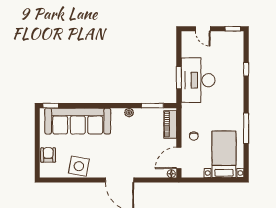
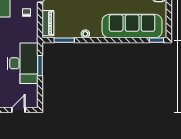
door: (203, 29) -> (18, 110), hinge flipped

